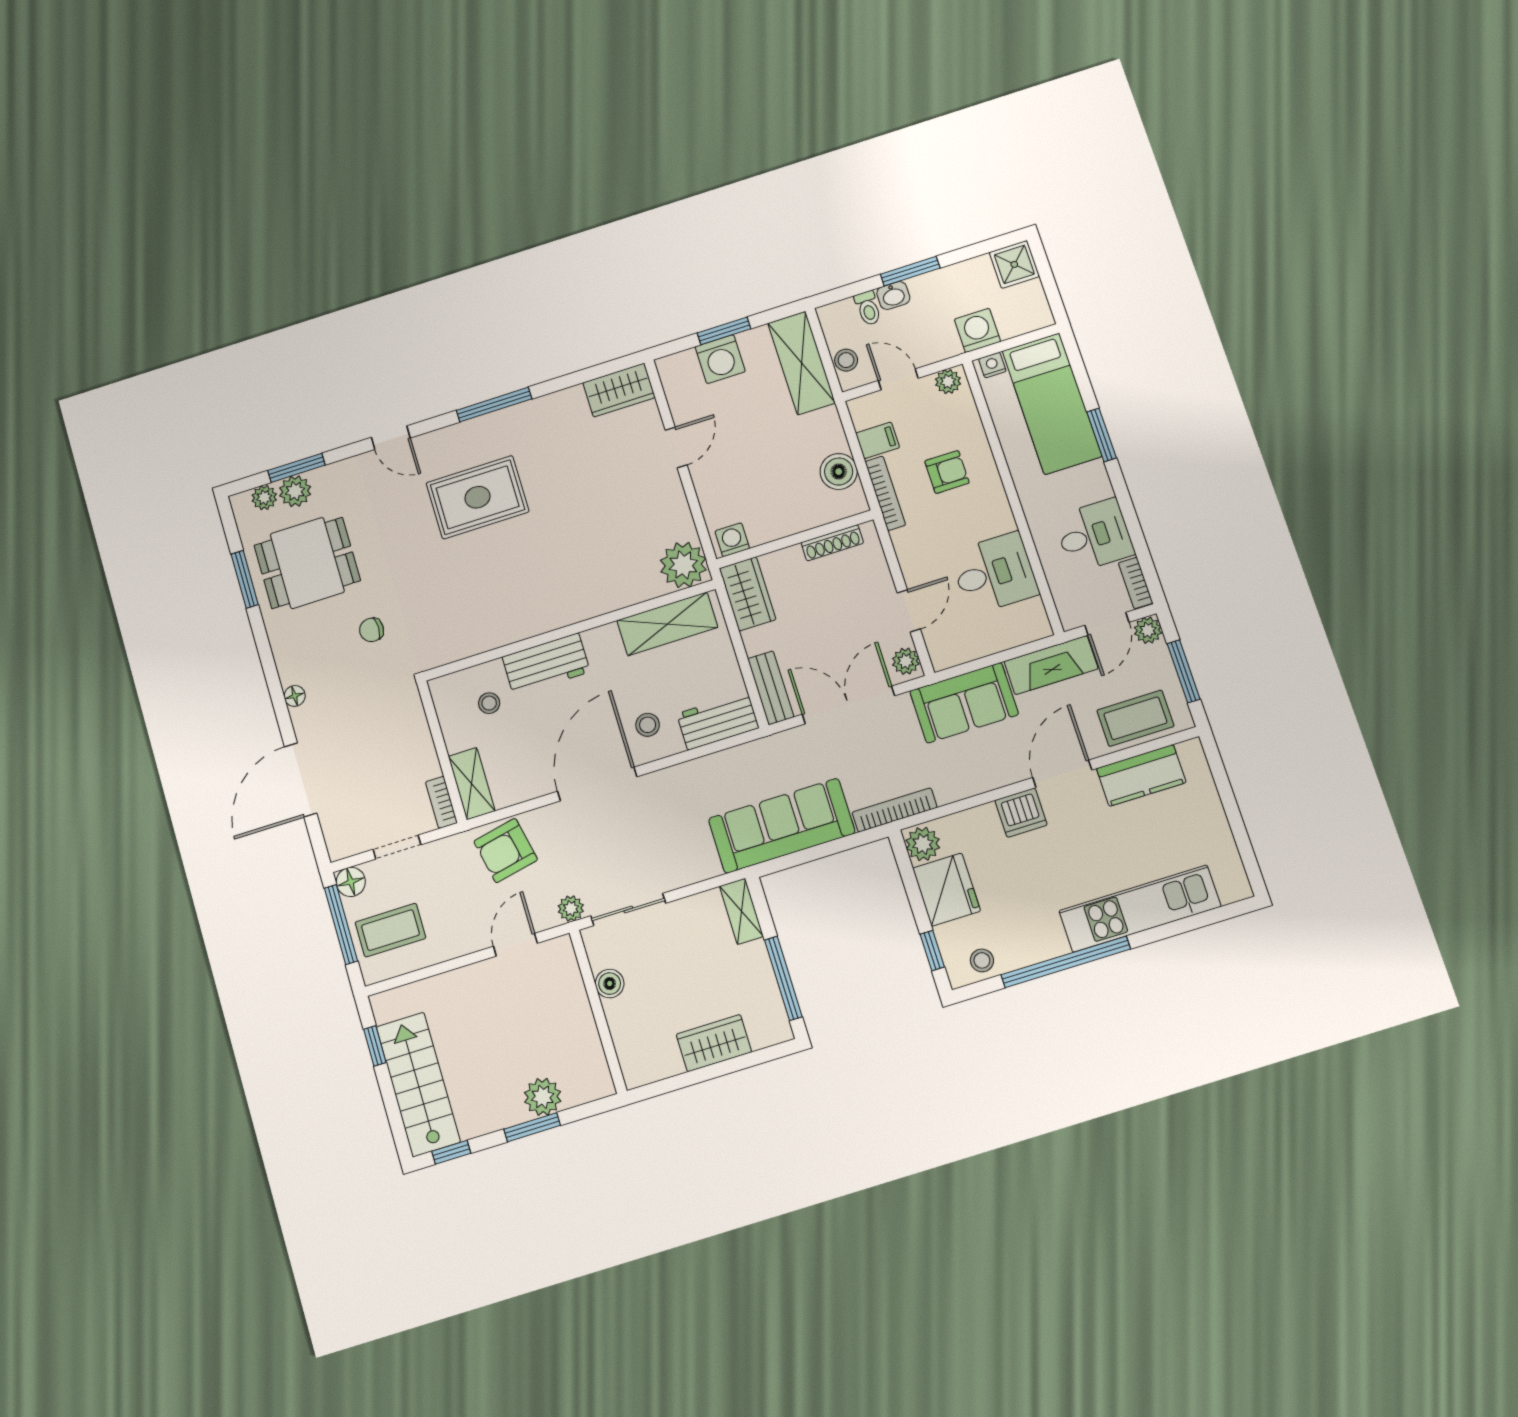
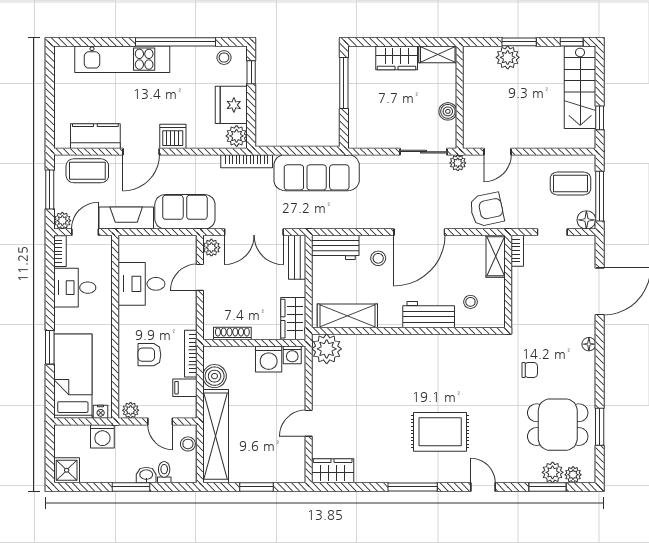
washing machine: (720, 359) -> (269, 359), moved, turned 180
shelving: (801, 363) -> (216, 436), width x1.47
shelving: (741, 911) -> (438, 54), moved, turned 90

